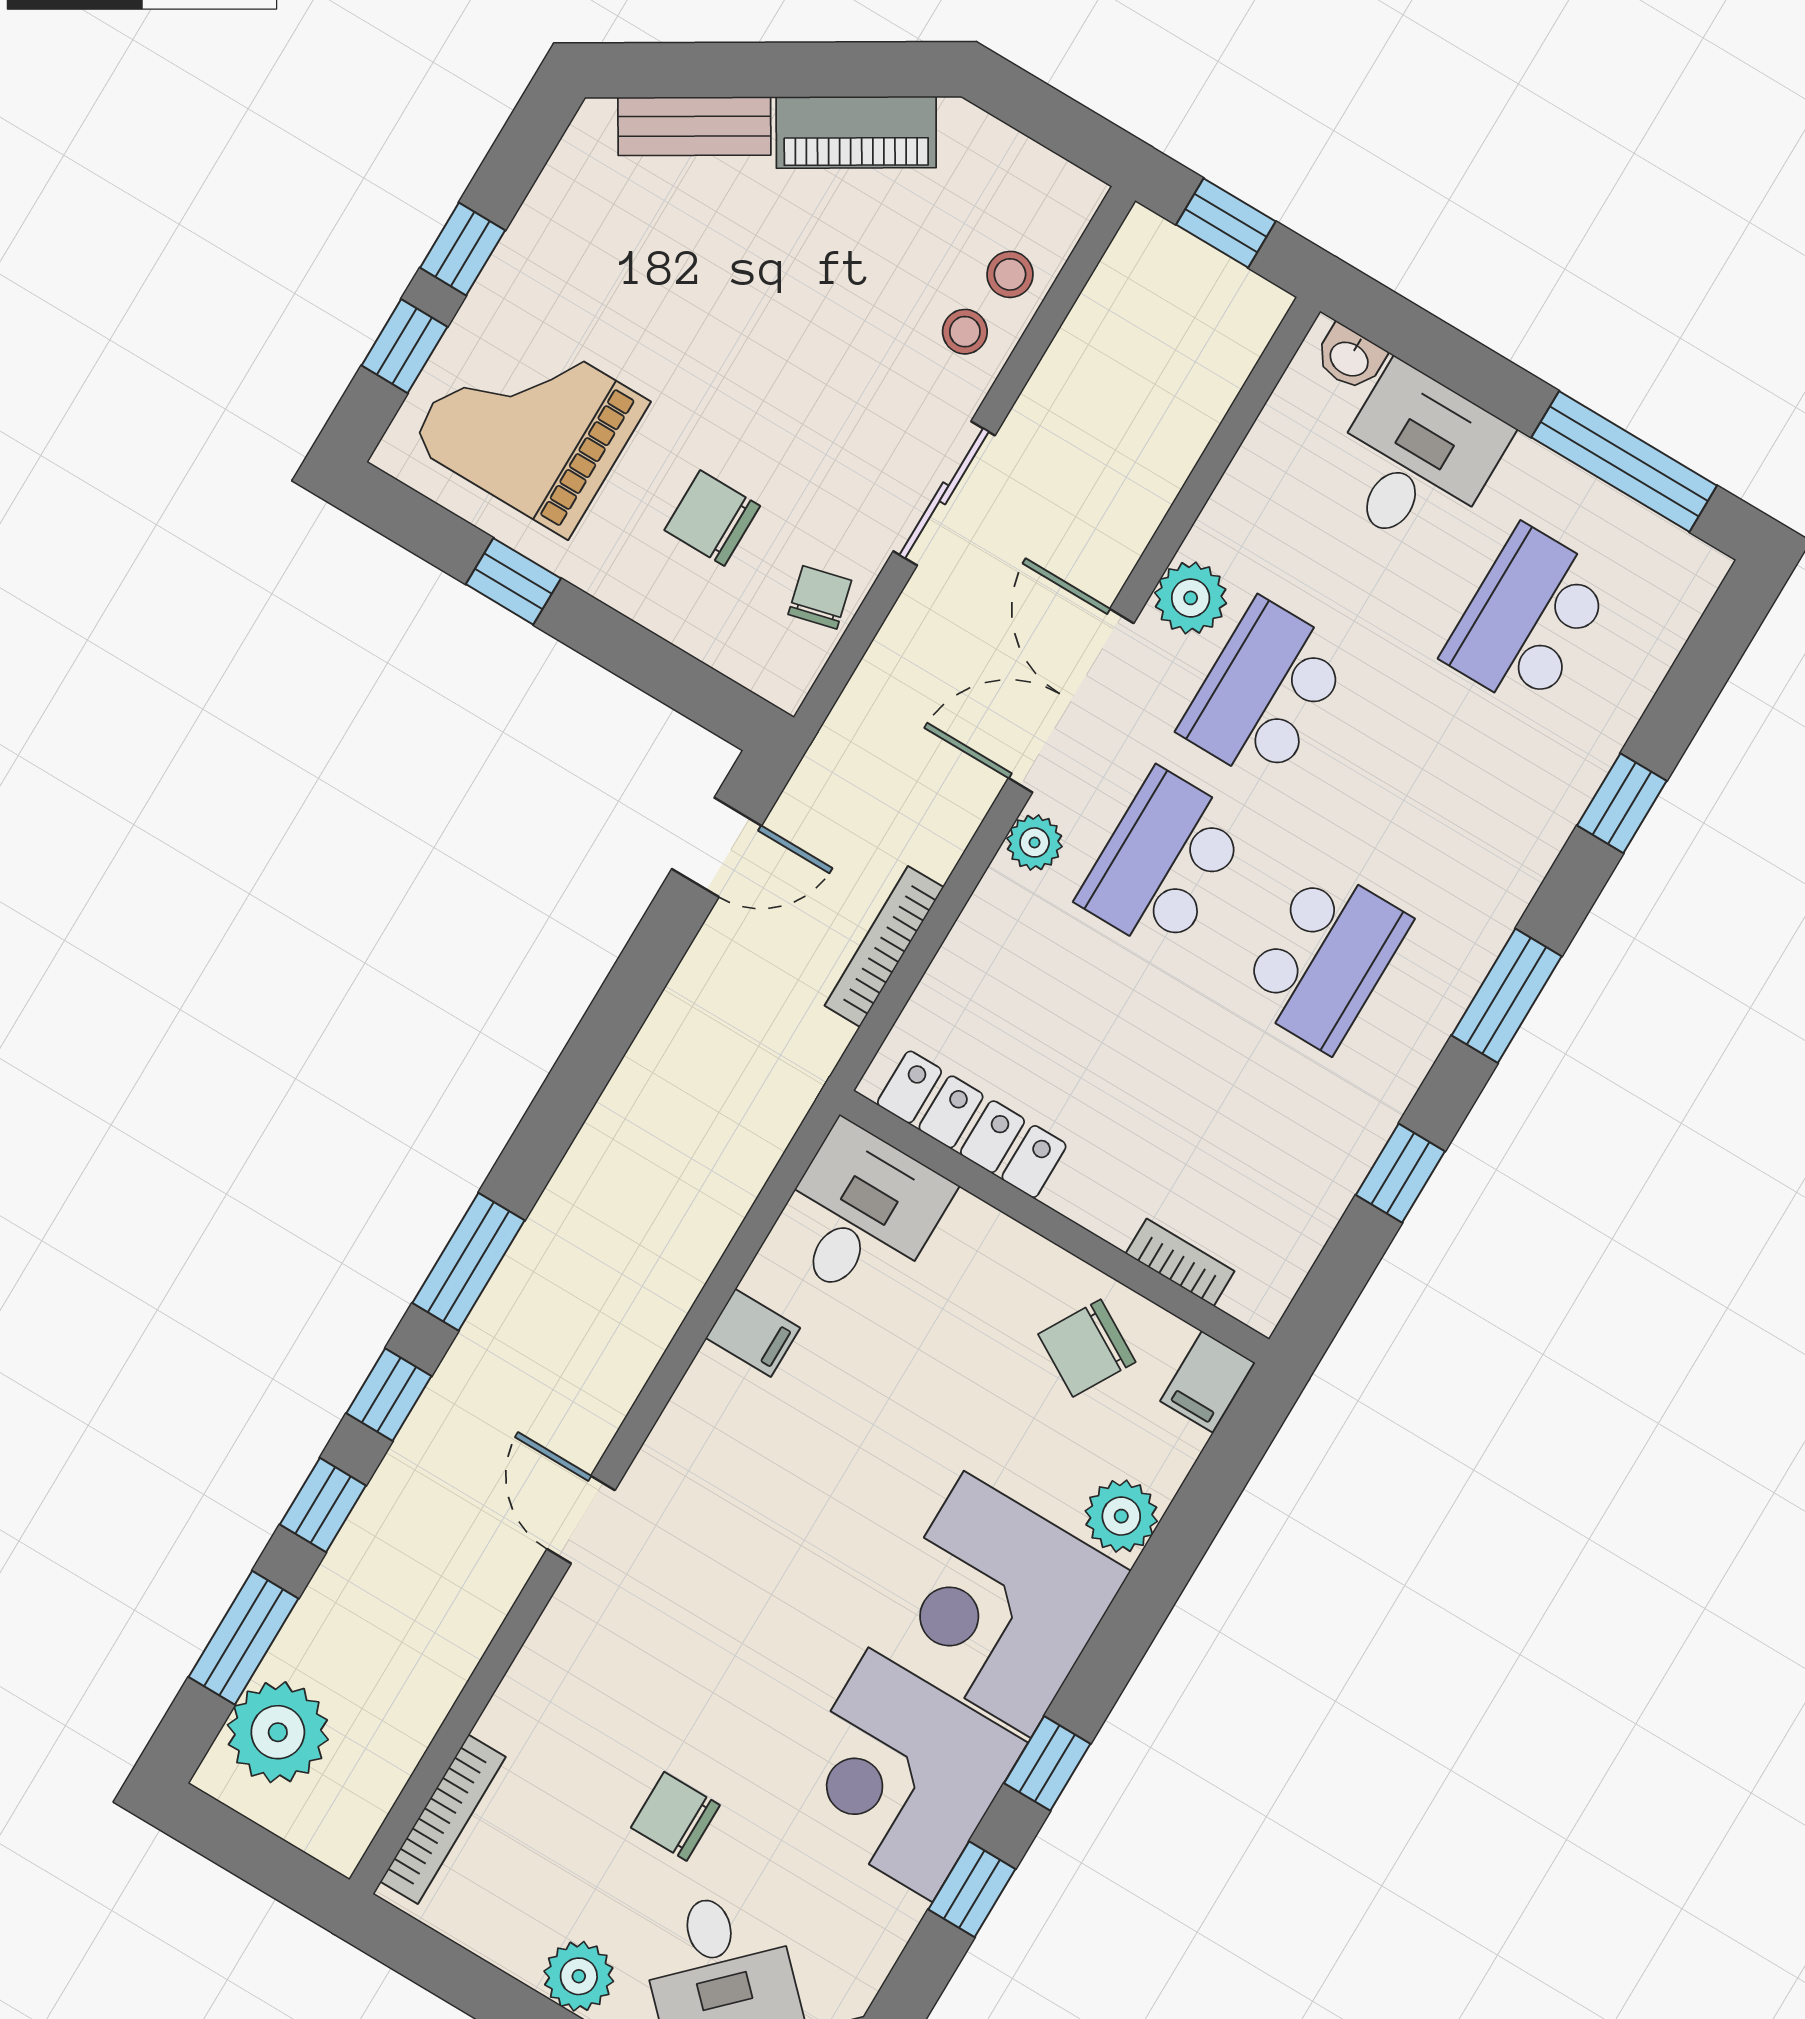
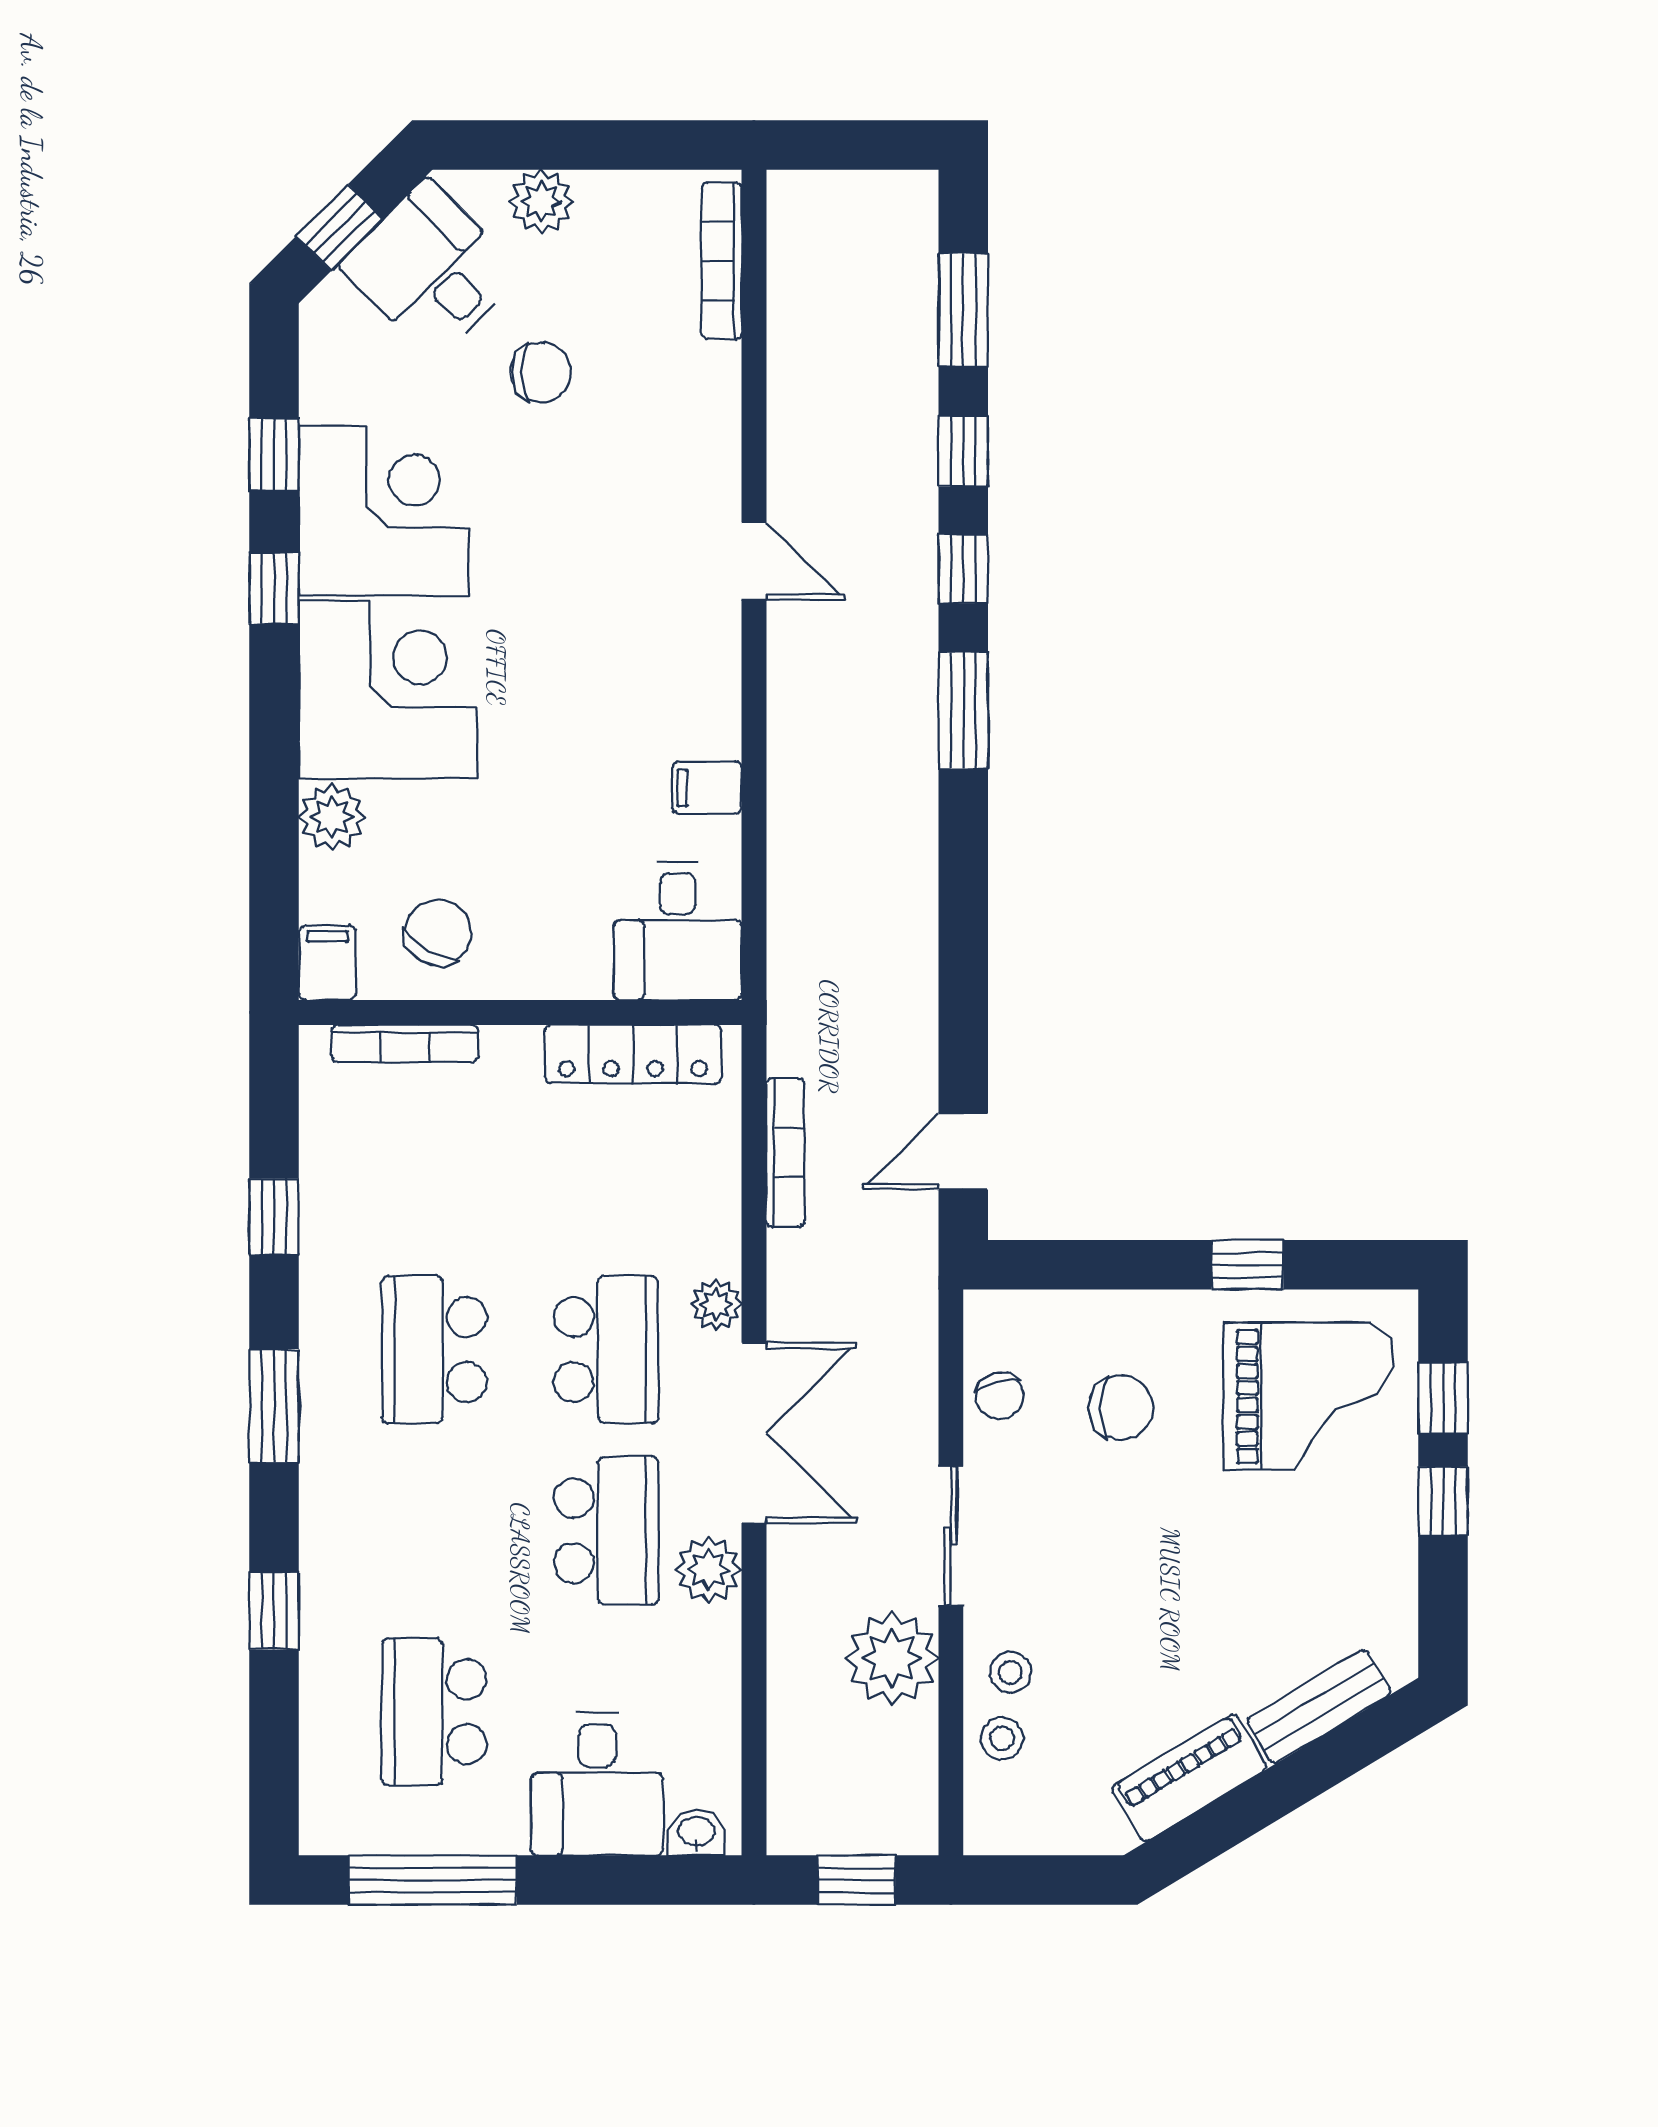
school desk: (1528, 619) -> (434, 1712), turned 180
bookcase: (1180, 1262) -> (405, 1044), width x1.56
plant: (278, 1732) -> (892, 1658), moved

